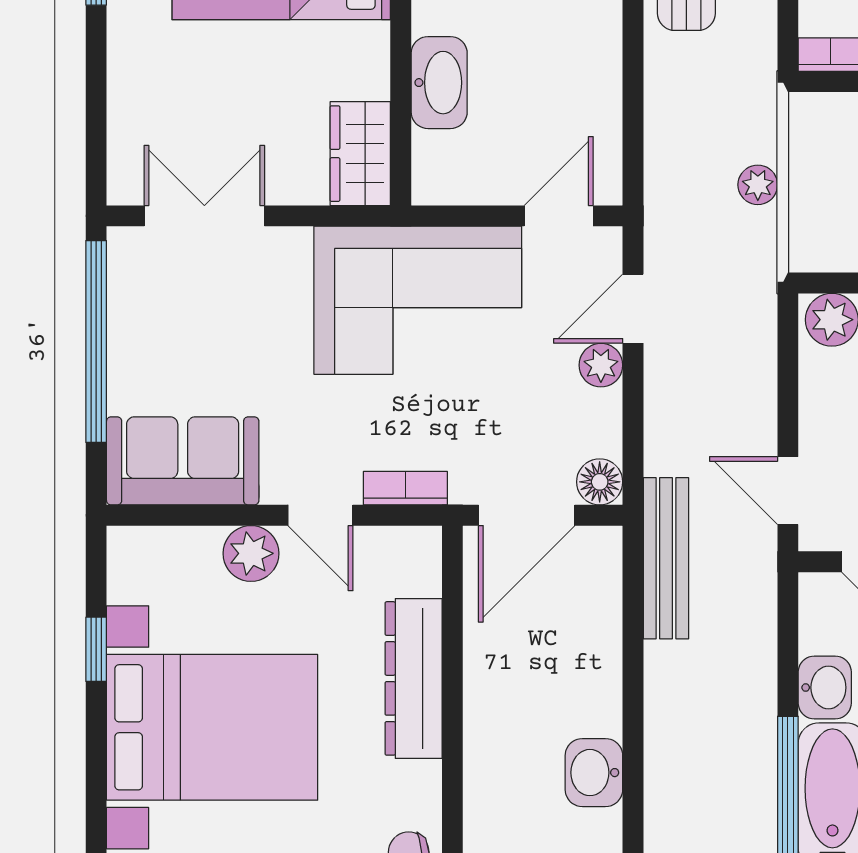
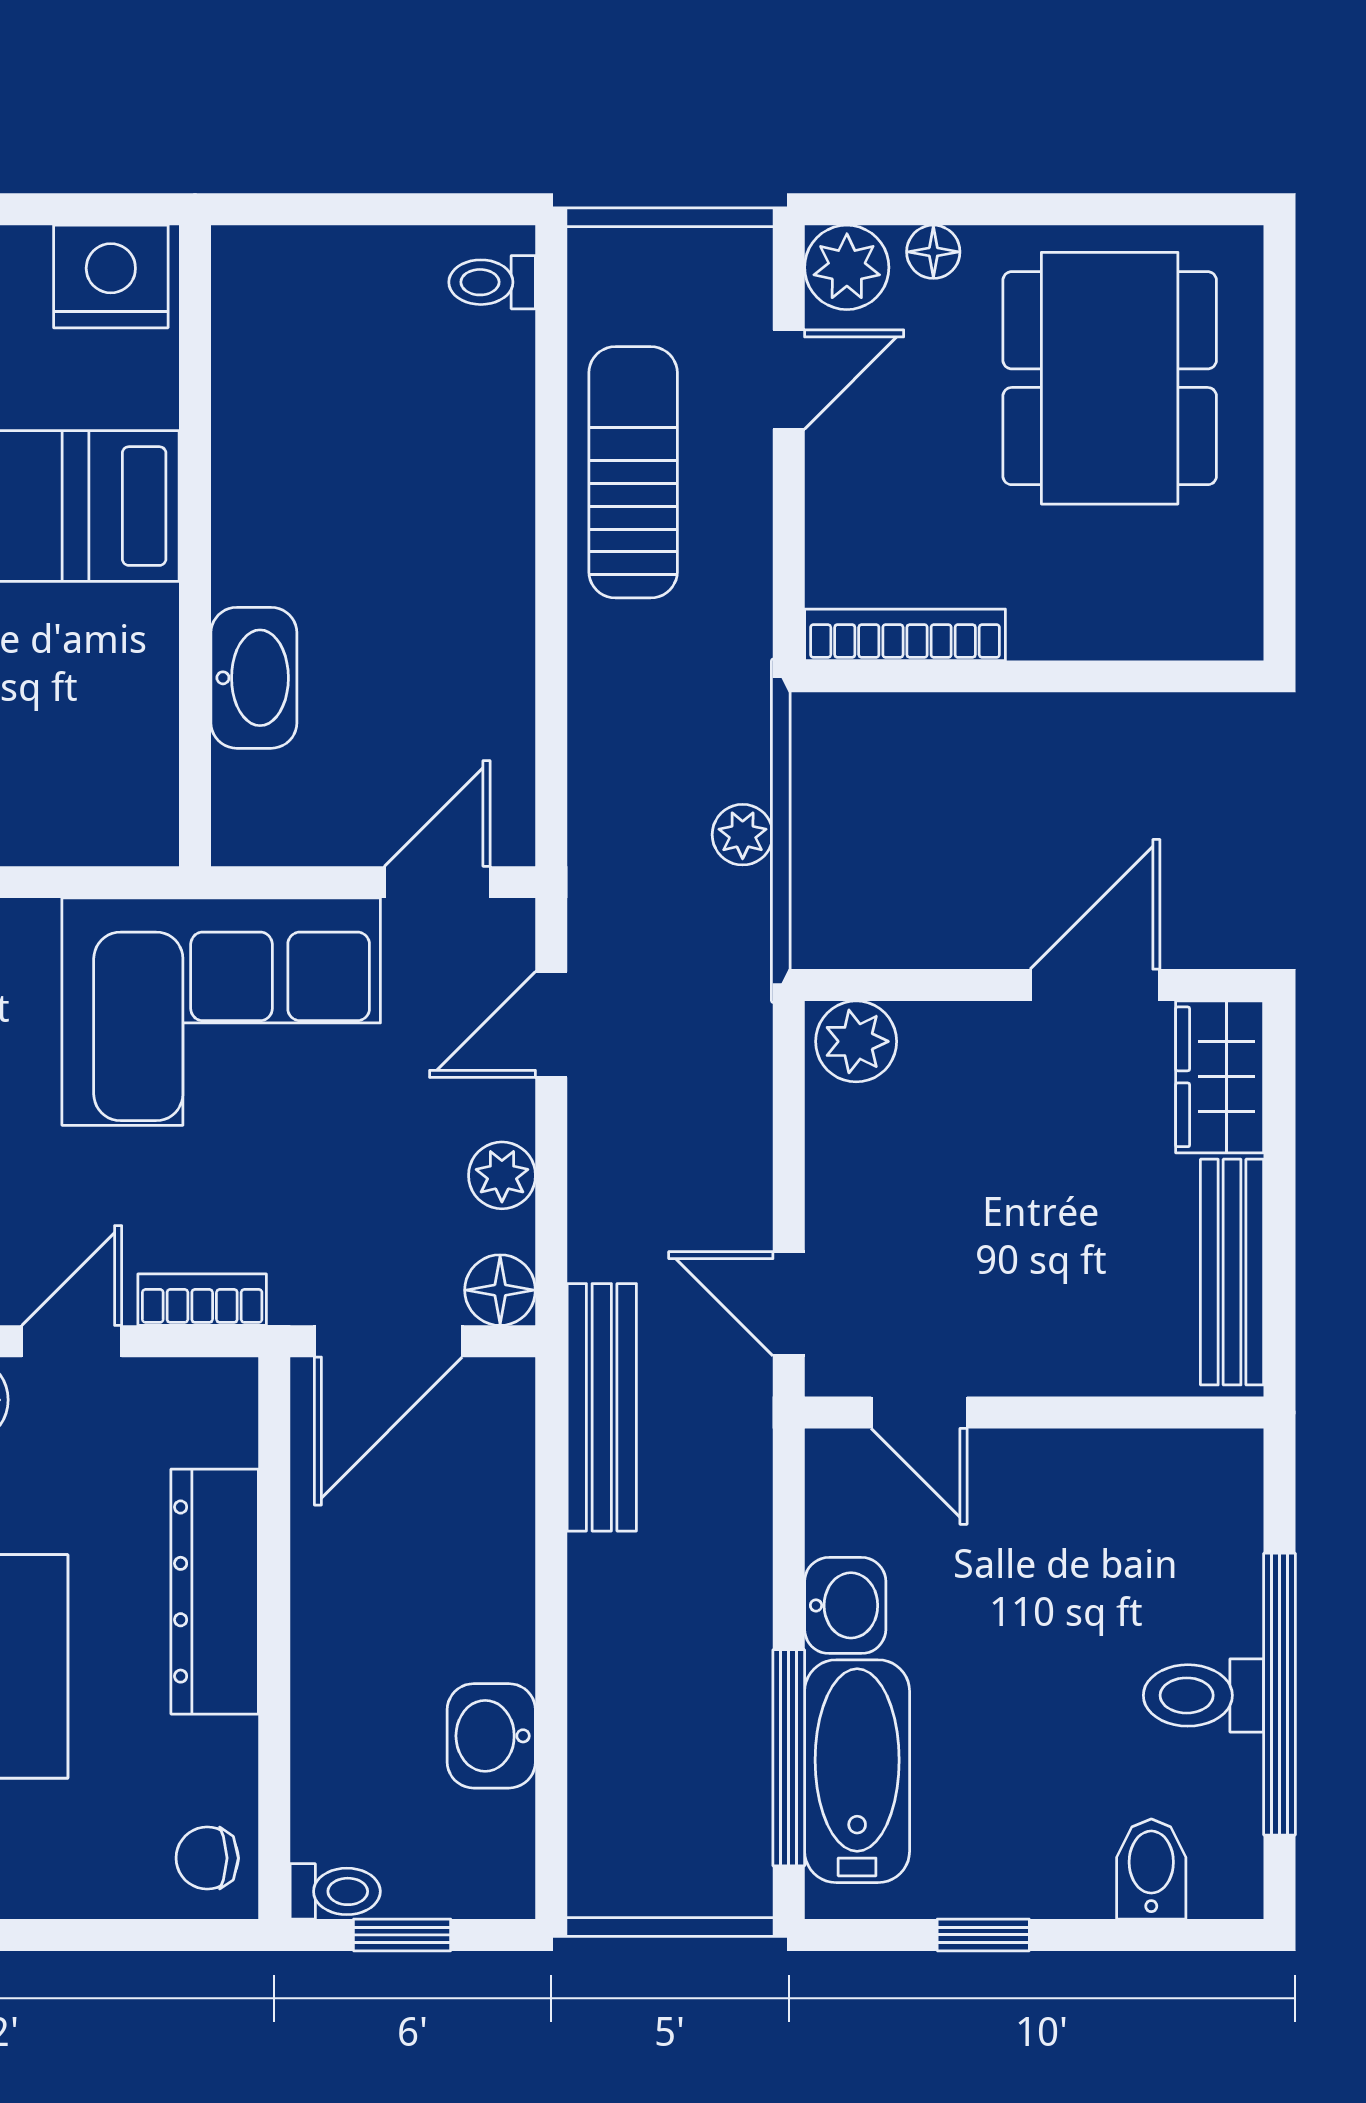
wardrobe: (360, 154) -> (133, 787), removed
plant: (601, 365) -> (502, 1175), moved
door: (320, 515) -> (72, 1341), swing flipped

